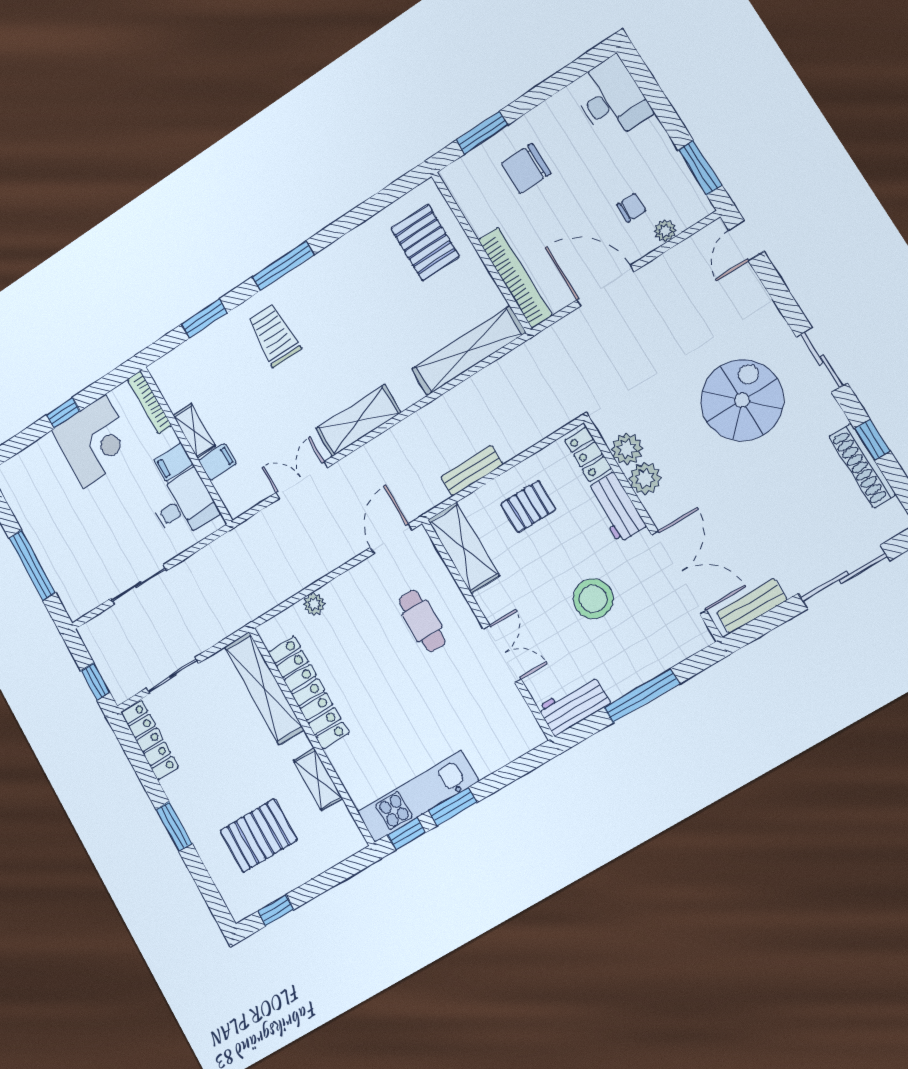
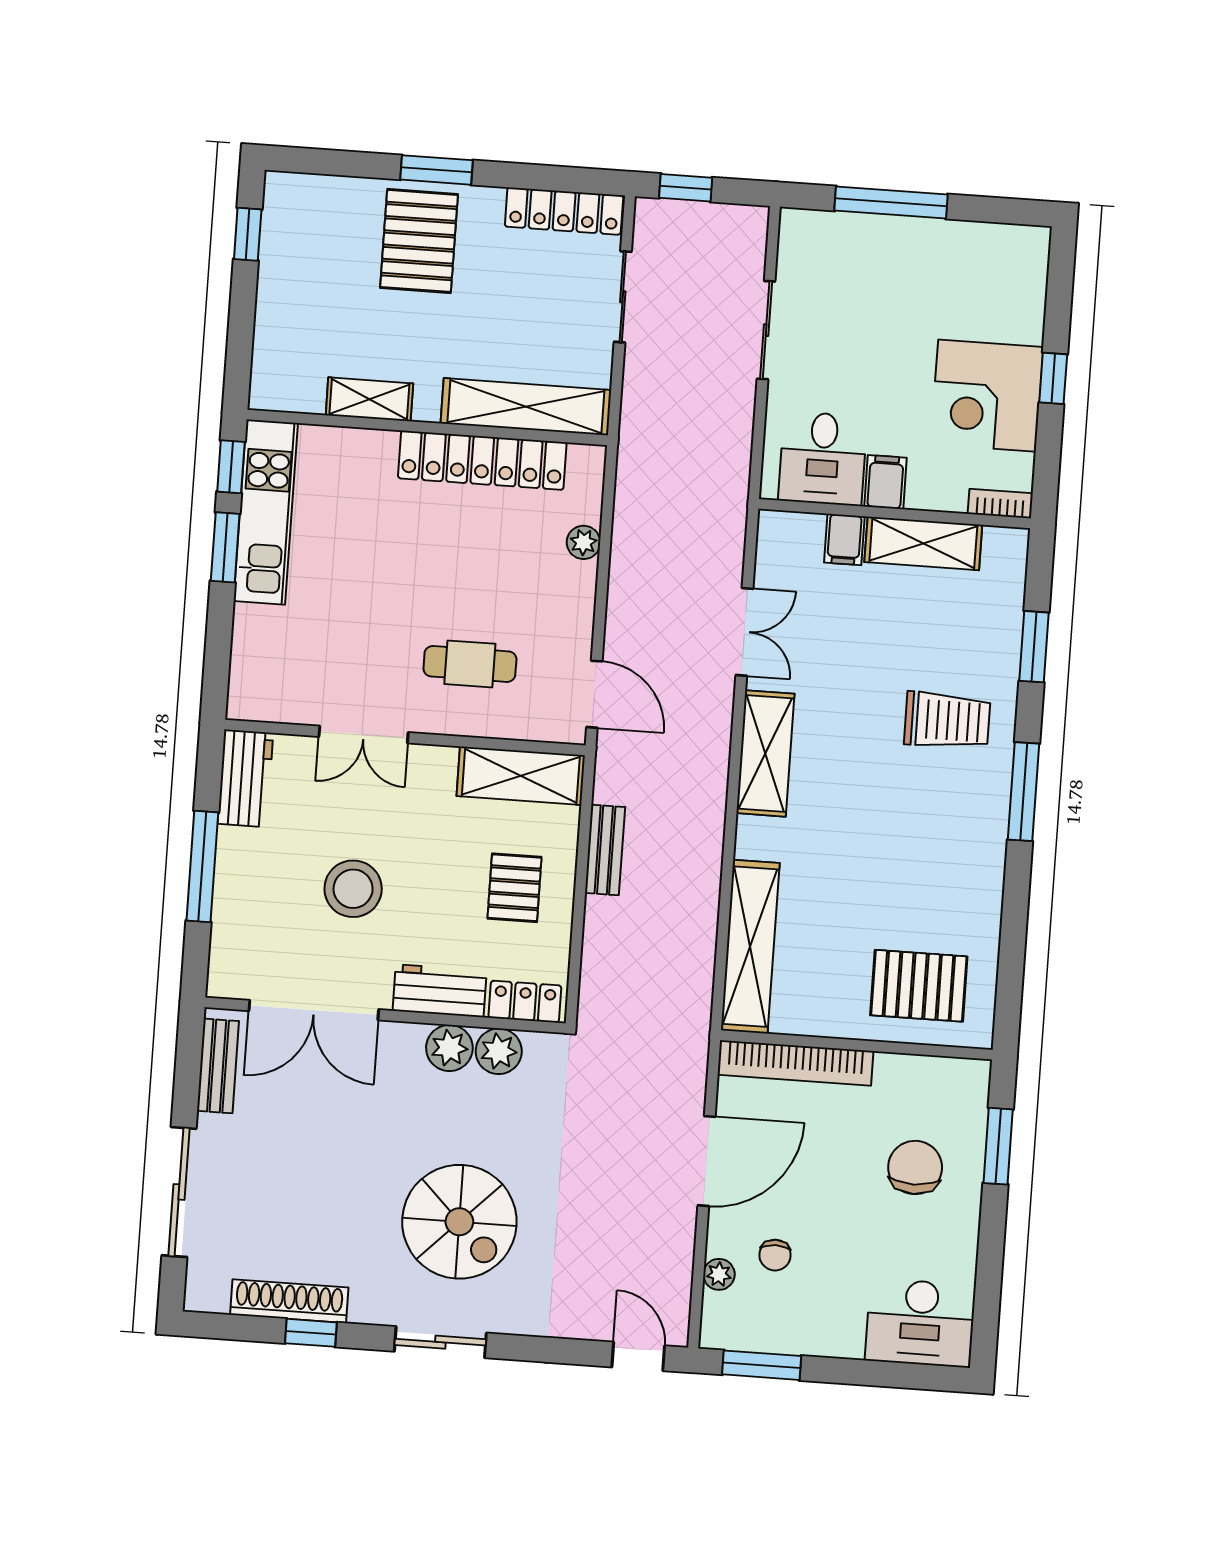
bookcase: (149, 402) -> (1000, 504), width x0.64
shelving: (194, 431) -> (923, 543), width x1.50, depth x1.33
pallet: (259, 836) -> (419, 241), moved

